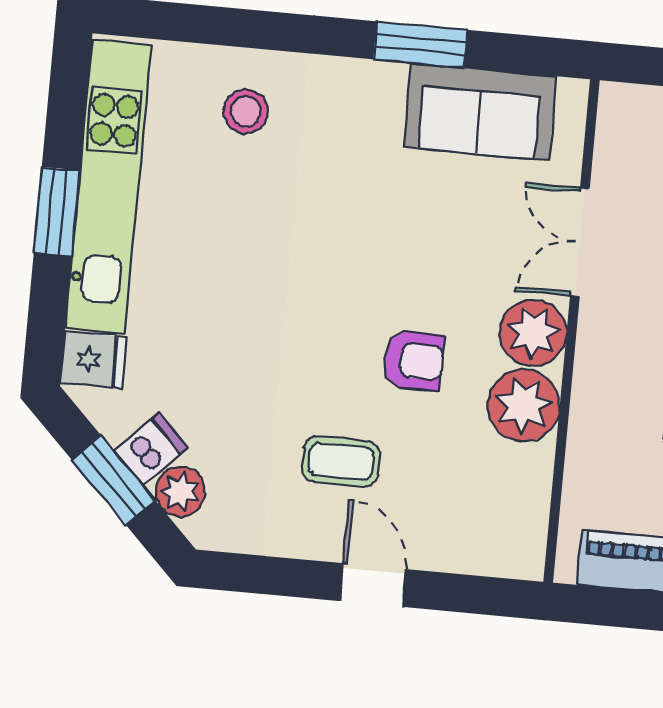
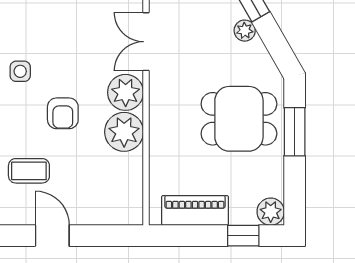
side table: (342, 276) -> (20, 71), added
armchair: (414, 361) -> (63, 113), turned 90

